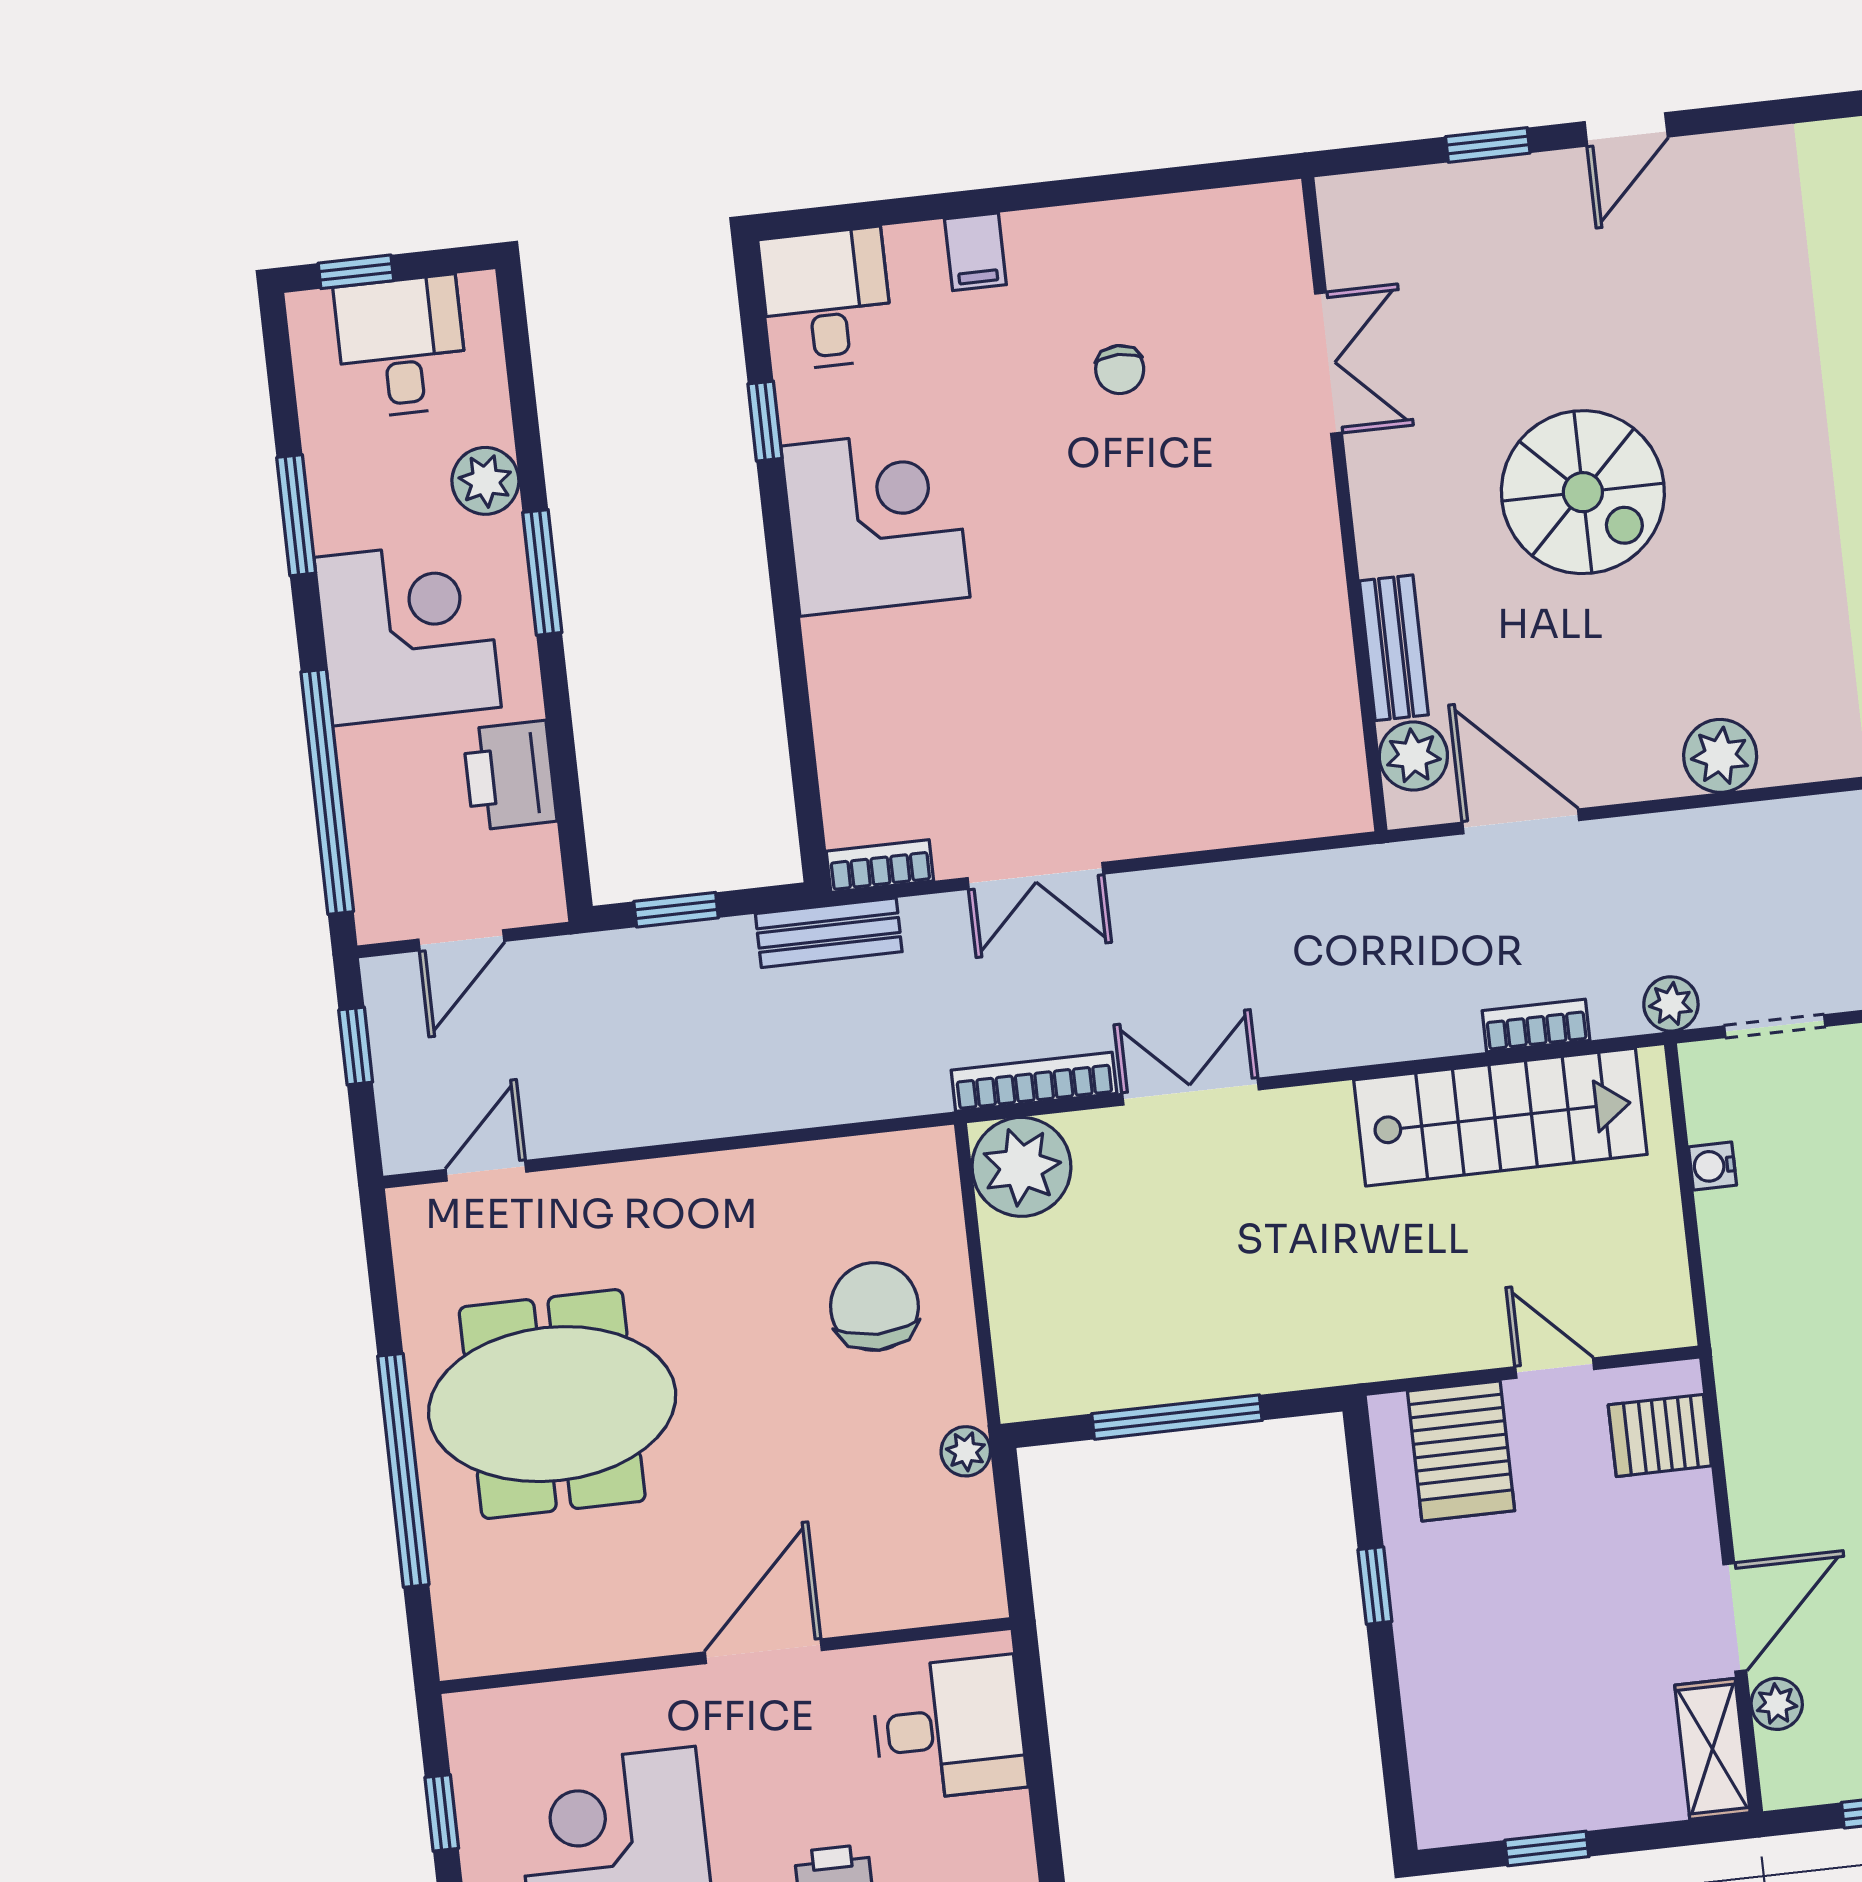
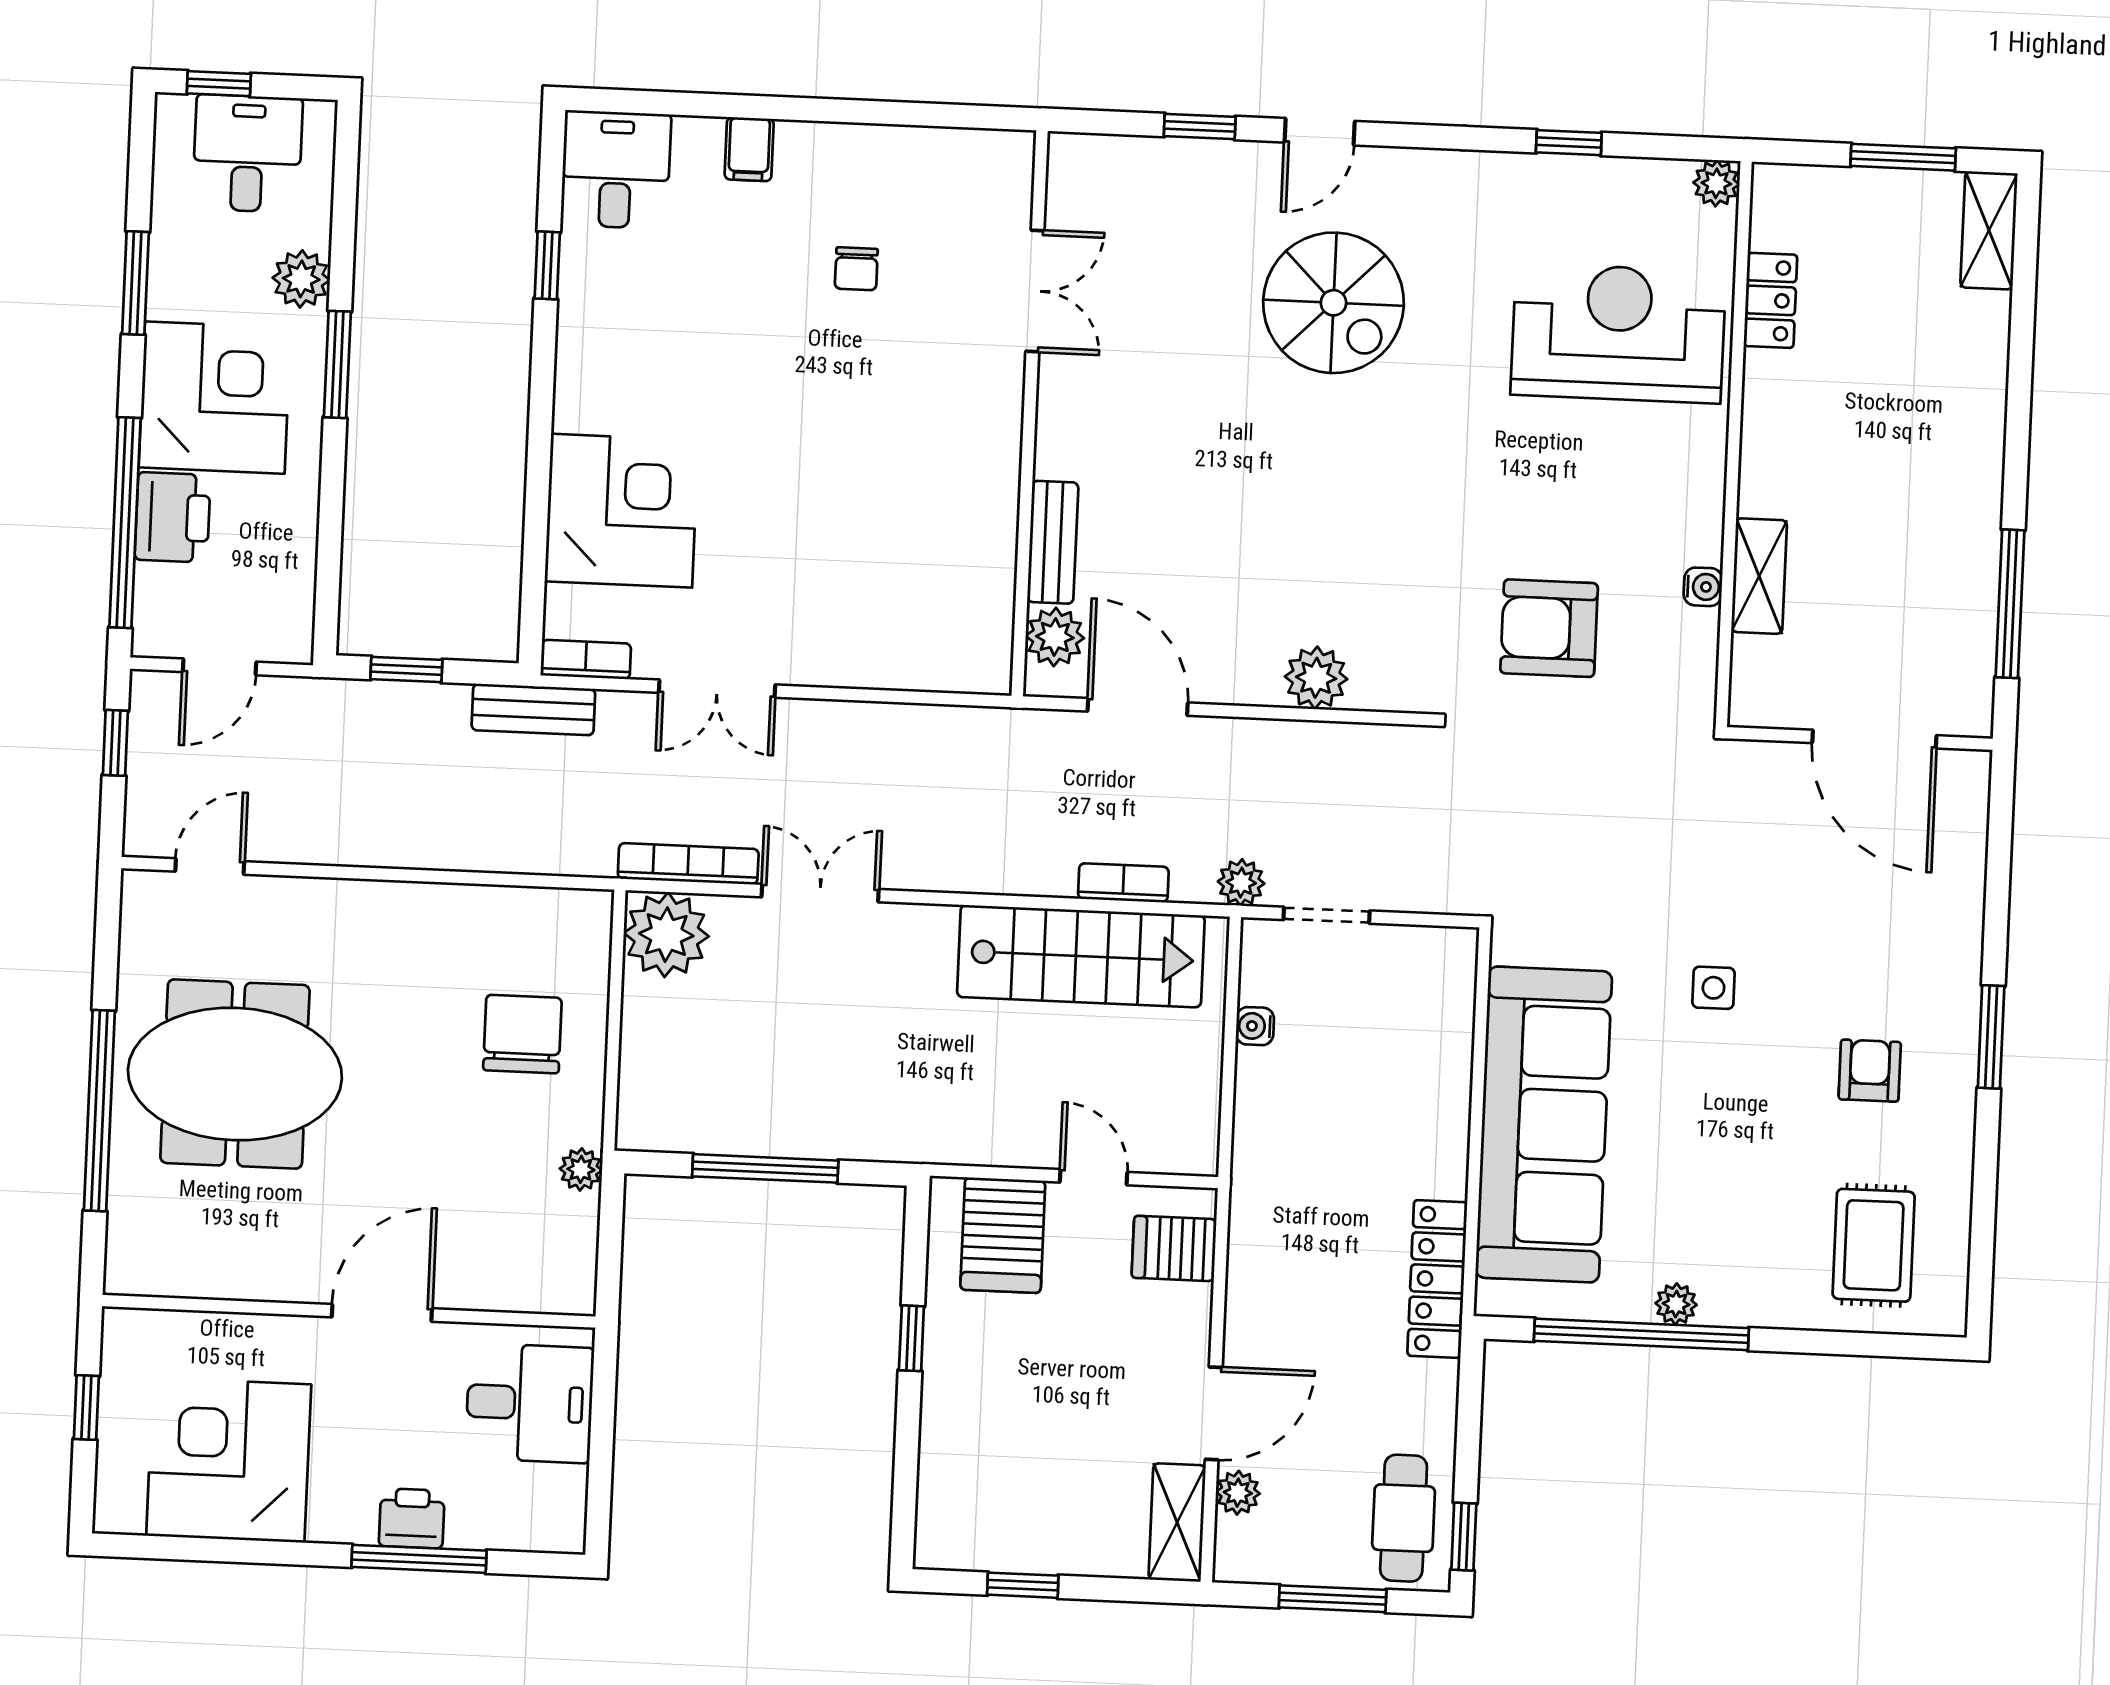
spiral stairs: (1583, 492) -> (1333, 303), moved
corner desk: (875, 522) -> (622, 511), moved
printer: (510, 775) -> (173, 517), moved, turned 180

